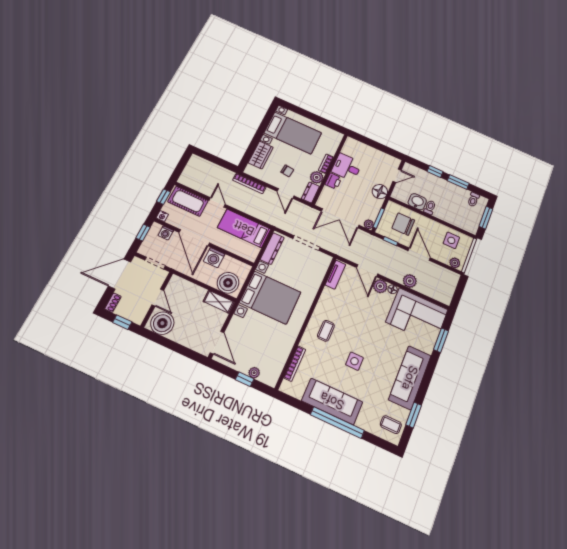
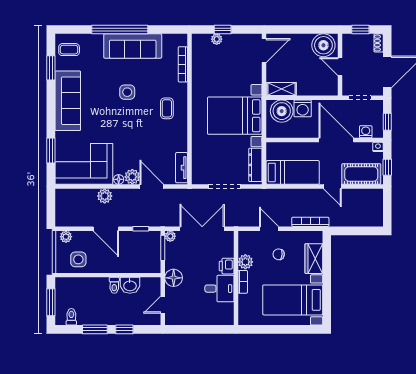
dresser: (310, 192) -> (244, 242), removed
chair: (403, 224) -> (135, 253), removed
washing machine: (214, 258) -> (303, 108), moved, turned 180
door: (217, 343) -> (264, 51), swing flipped

